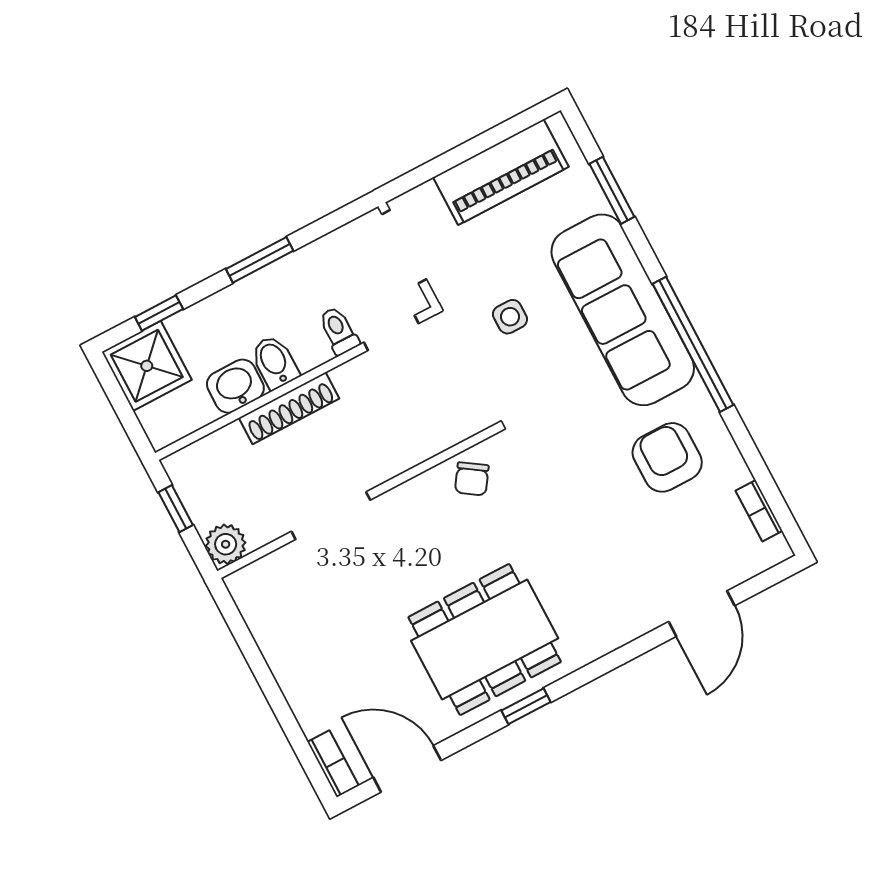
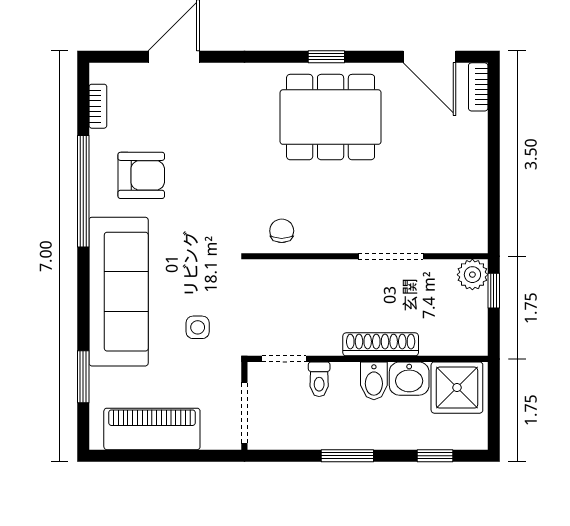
window: (693, 344) -> (83, 191), moved
shower: (147, 366) -> (457, 388), moved
armchair: (667, 457) -> (141, 175), turned -90
chair: (472, 479) -> (282, 231), turned -34
window: (176, 509) -> (494, 291), moved

